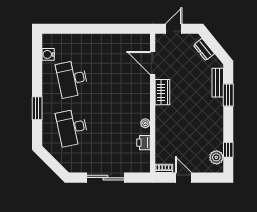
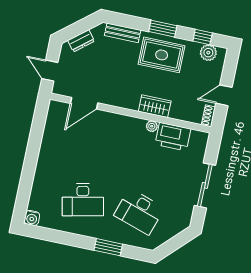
water cooler: (48, 54) -> (32, 218), moved
wardrobe: (162, 92) -> (155, 106), moved
window: (228, 95) -> (163, 29), moved
rug: (206, 119) -> (162, 55), added
desk: (72, 128) -> (139, 212), turned 30
printer: (144, 143) -> (173, 137), width x1.87, depth x1.48

